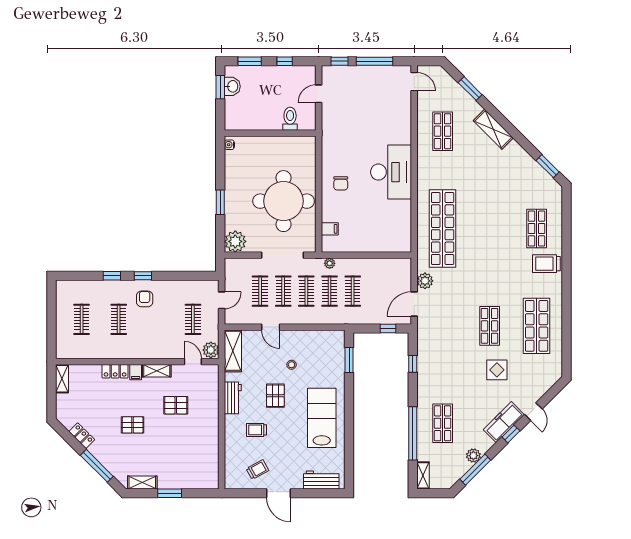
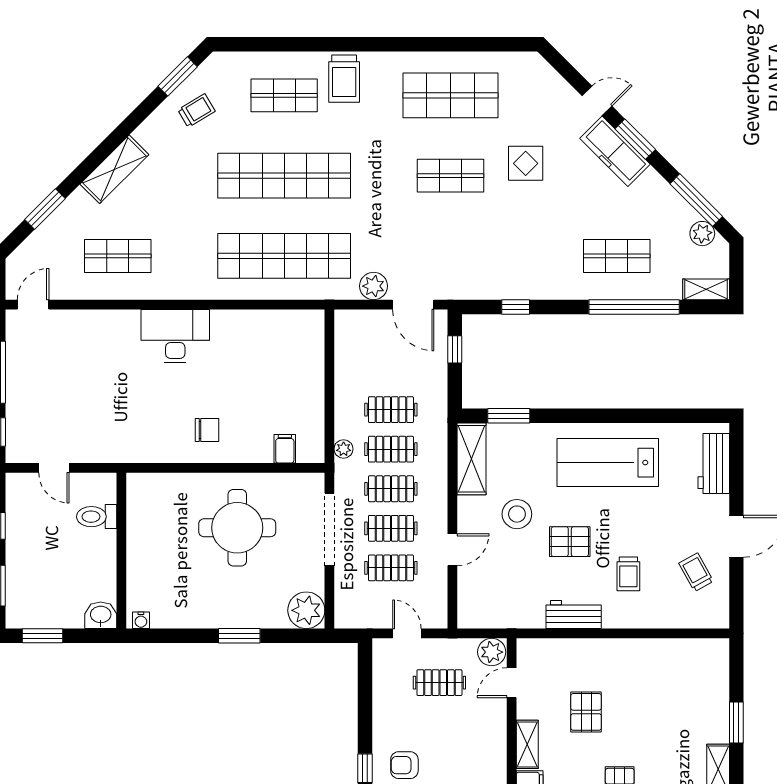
washbasin: (232, 86) -> (101, 615), moved
desk: (391, 172) -> (175, 336), width x0.73, depth x0.77
trolley: (528, 177) -> (196, 111), added
round table: (284, 201) -> (237, 528), width x0.73, depth x0.73
shop shelf: (490, 229) -> (284, 176), added
shelving: (233, 351) -> (472, 459), moved, turned 90
stool: (292, 365) -> (517, 514), width x1.89, depth x1.89
window: (511, 434) -> (635, 139), width x1.50
plant: (473, 456) -> (702, 234), moved

